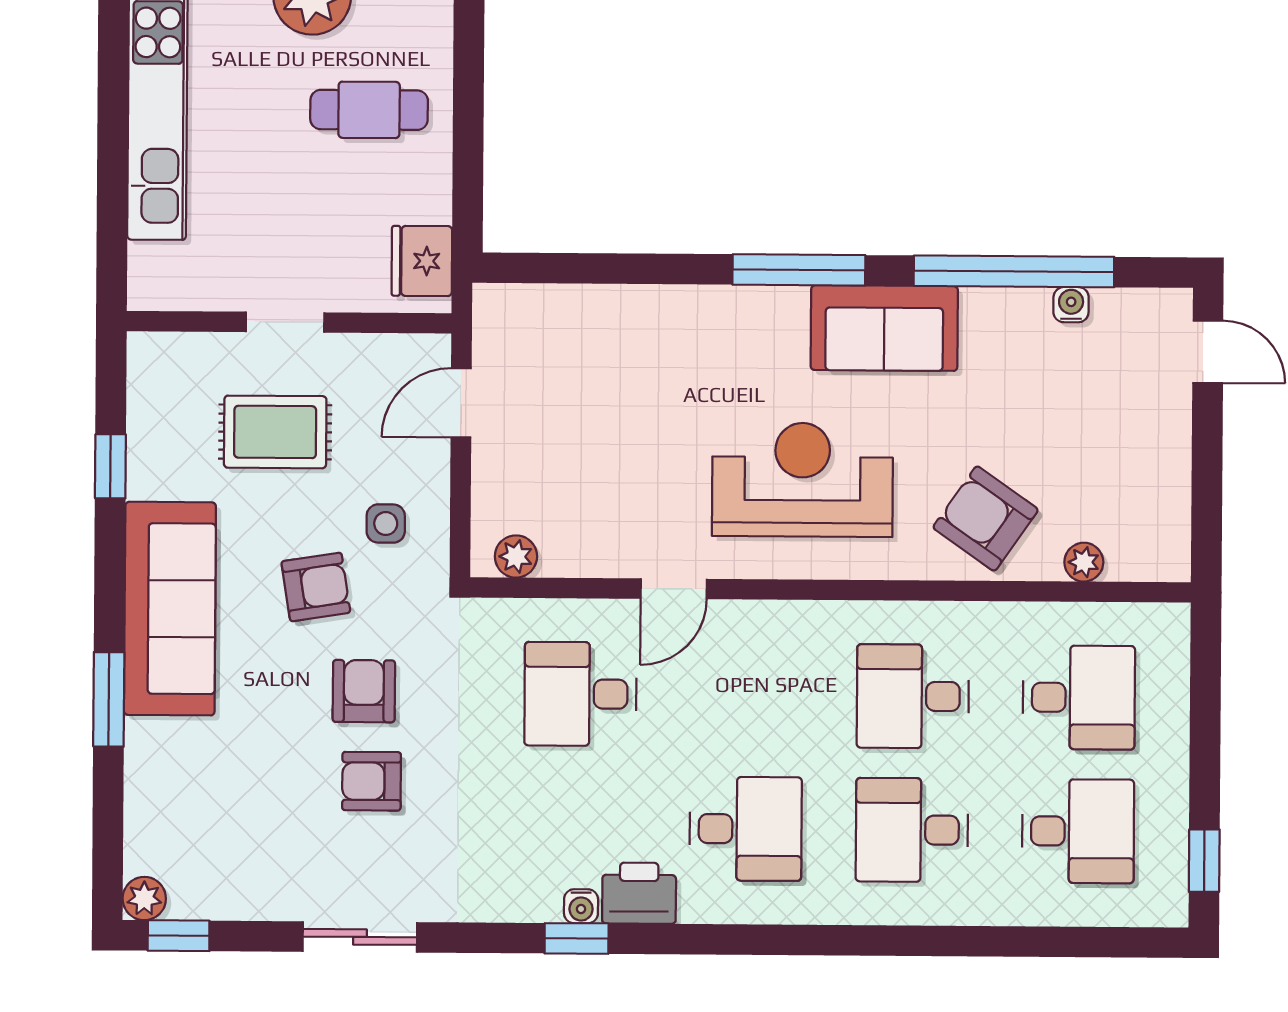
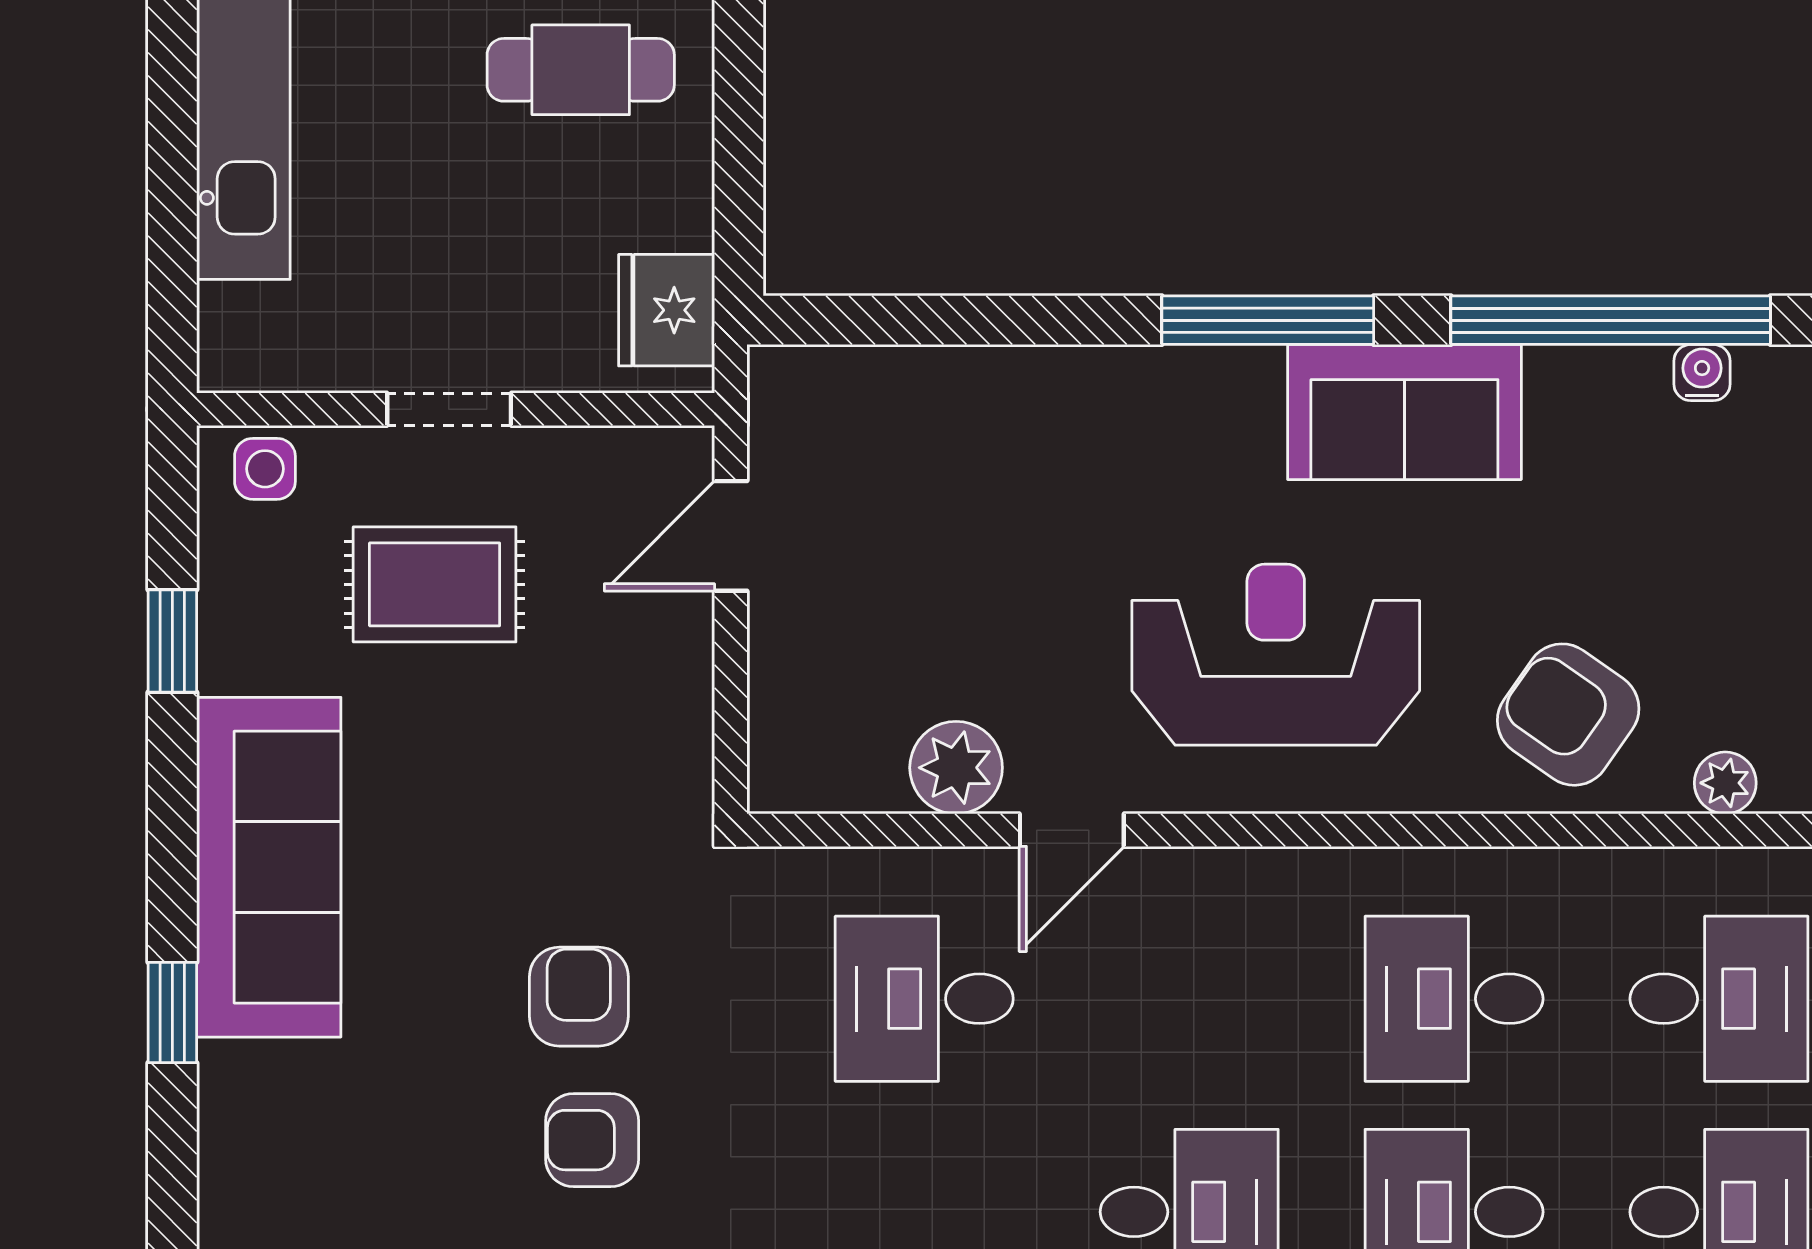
side table: (386, 524) -> (265, 469), moved
plant: (516, 556) -> (956, 768), moved, width x1.38, depth x1.38
armchair: (316, 587) -> (501, 831), removed
window: (109, 699) -> (172, 1013), width x0.67

